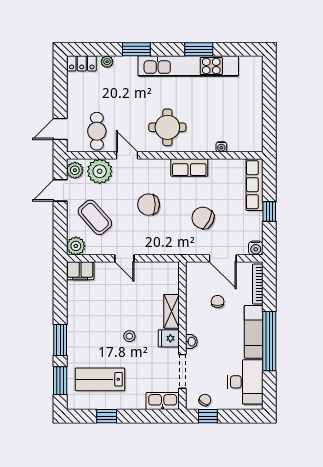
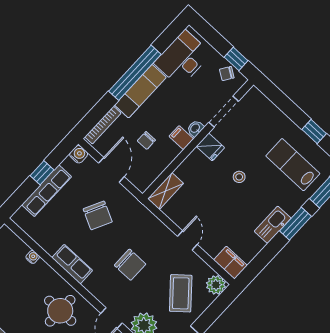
row of seats: (254, 185) -> (47, 191), moved
shelving: (172, 311) -> (166, 191), moved
filing cabinet: (195, 326) -> (181, 138), added
lab bench: (100, 379) -> (293, 165), turned 180
kitchen sink: (163, 401) -> (273, 225), moved, turned 90

